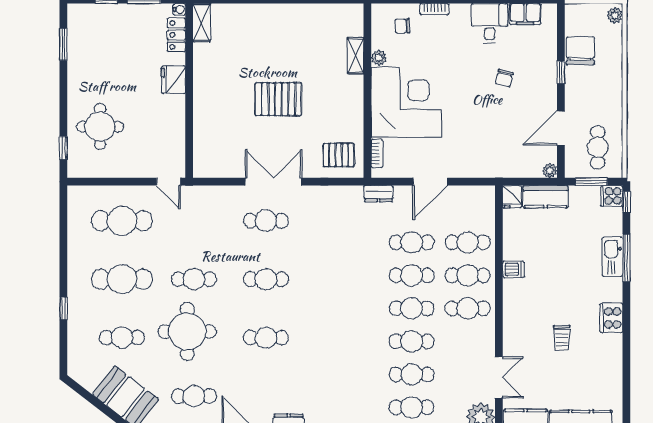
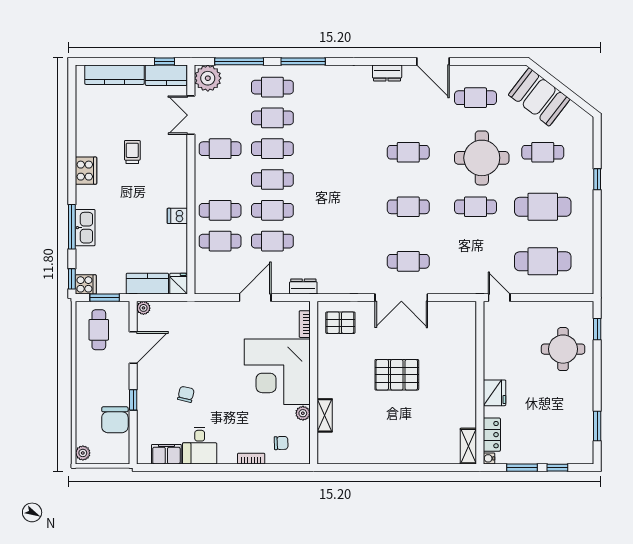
cafe table: (468, 308) -> (220, 149), moved

